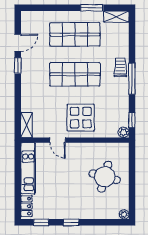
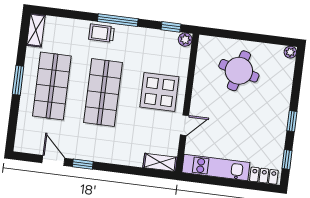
window: (92, 8) -> (18, 80), moved

